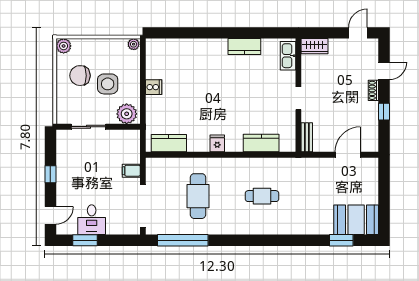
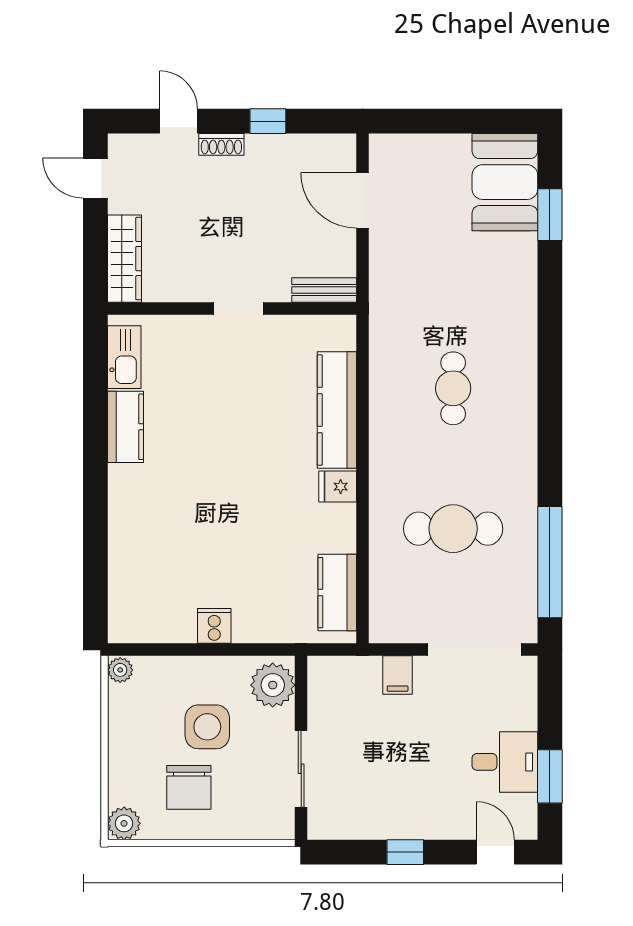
wardrobe: (315, 46) -> (124, 259), width x1.50
kitchen sink: (288, 56) -> (124, 357), moved, turned -90
kitchen counter: (261, 143) -> (337, 410), width x1.50

